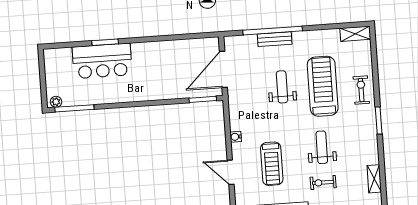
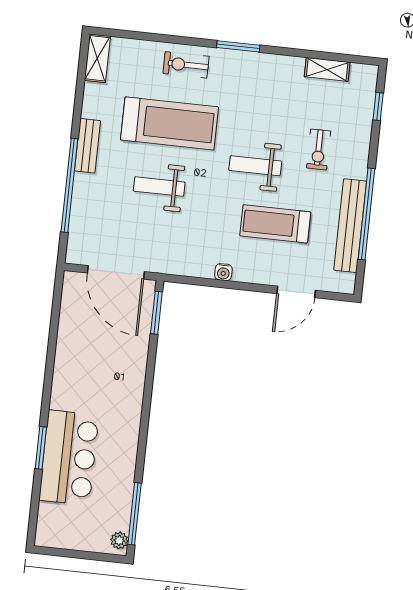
bench: (275, 39) -> (87, 146), moved
treadmill: (323, 86) -> (170, 123), turned 180
weight bench: (322, 147) -> (255, 166), moved
treadmill: (272, 164) -> (275, 224), turned 180
door: (231, 172) -> (296, 292), moved

